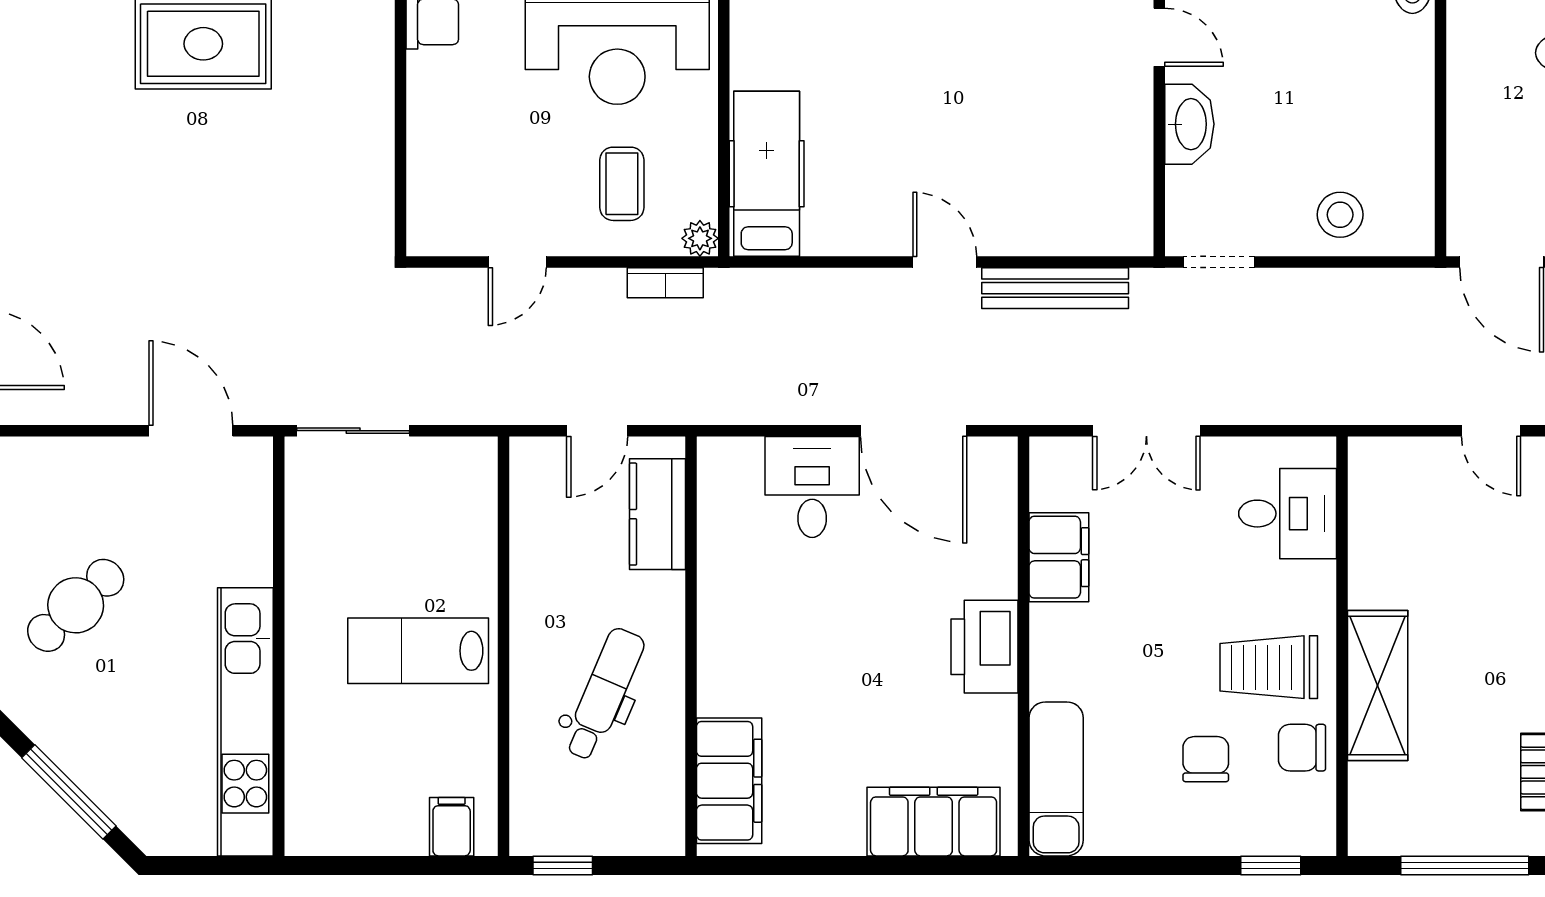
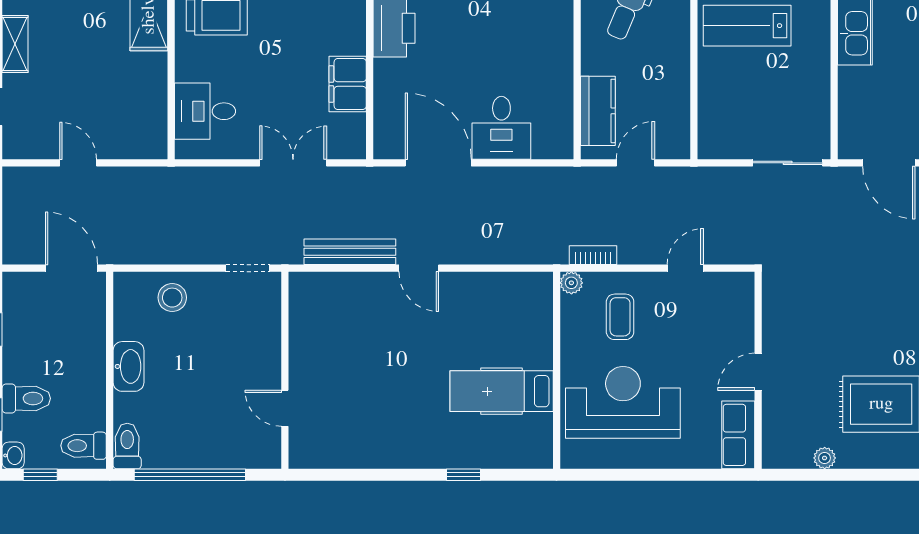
door: (400, 96) -> (758, 372), added
washbasin: (1189, 124) -> (128, 366), moved, turned 180
hospital bed: (767, 174) -> (502, 391), moved, turned 90
lab bench: (418, 651) -> (747, 26), turned 180

